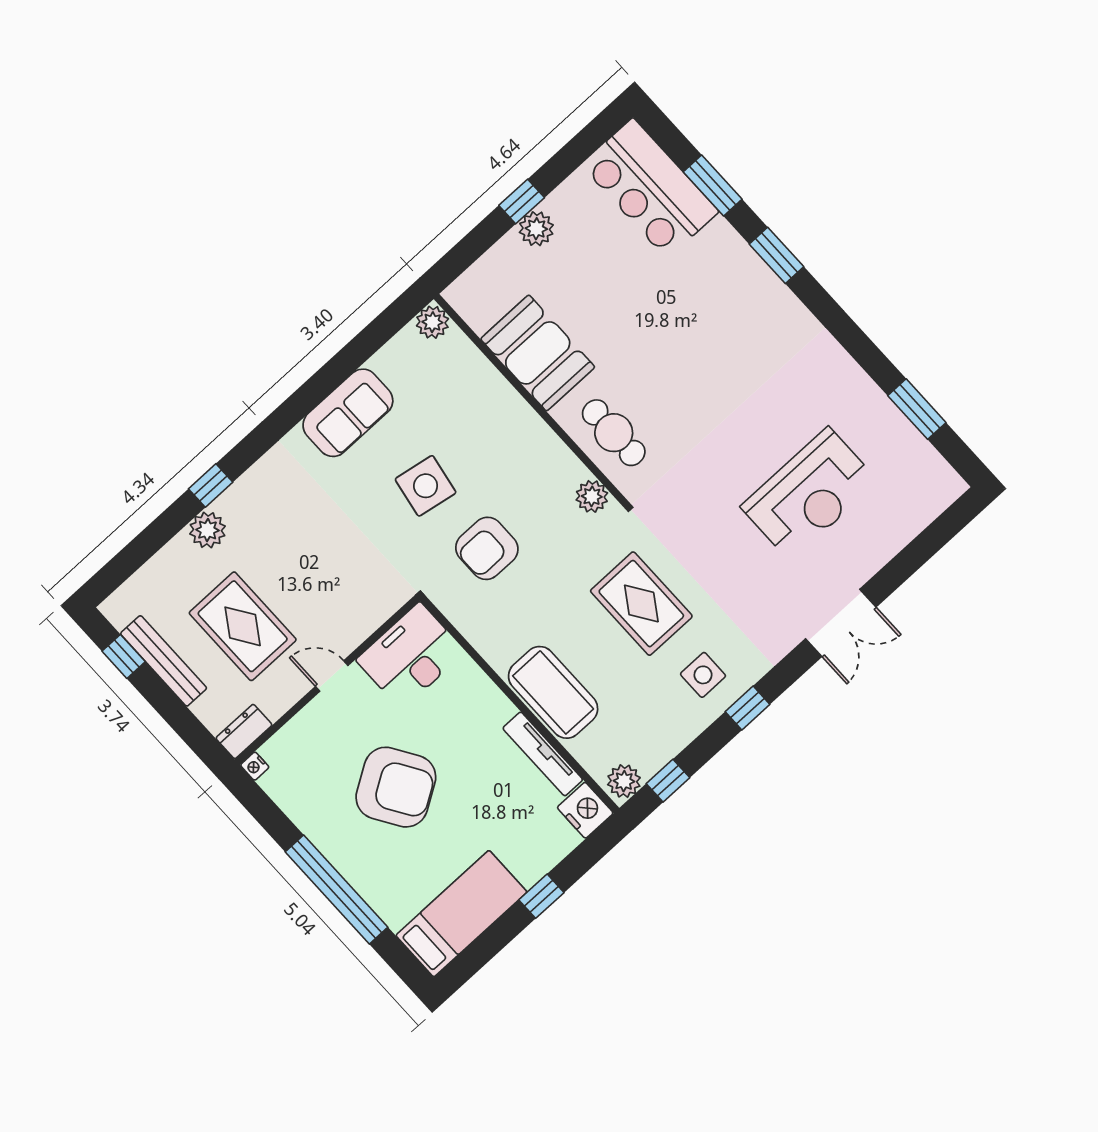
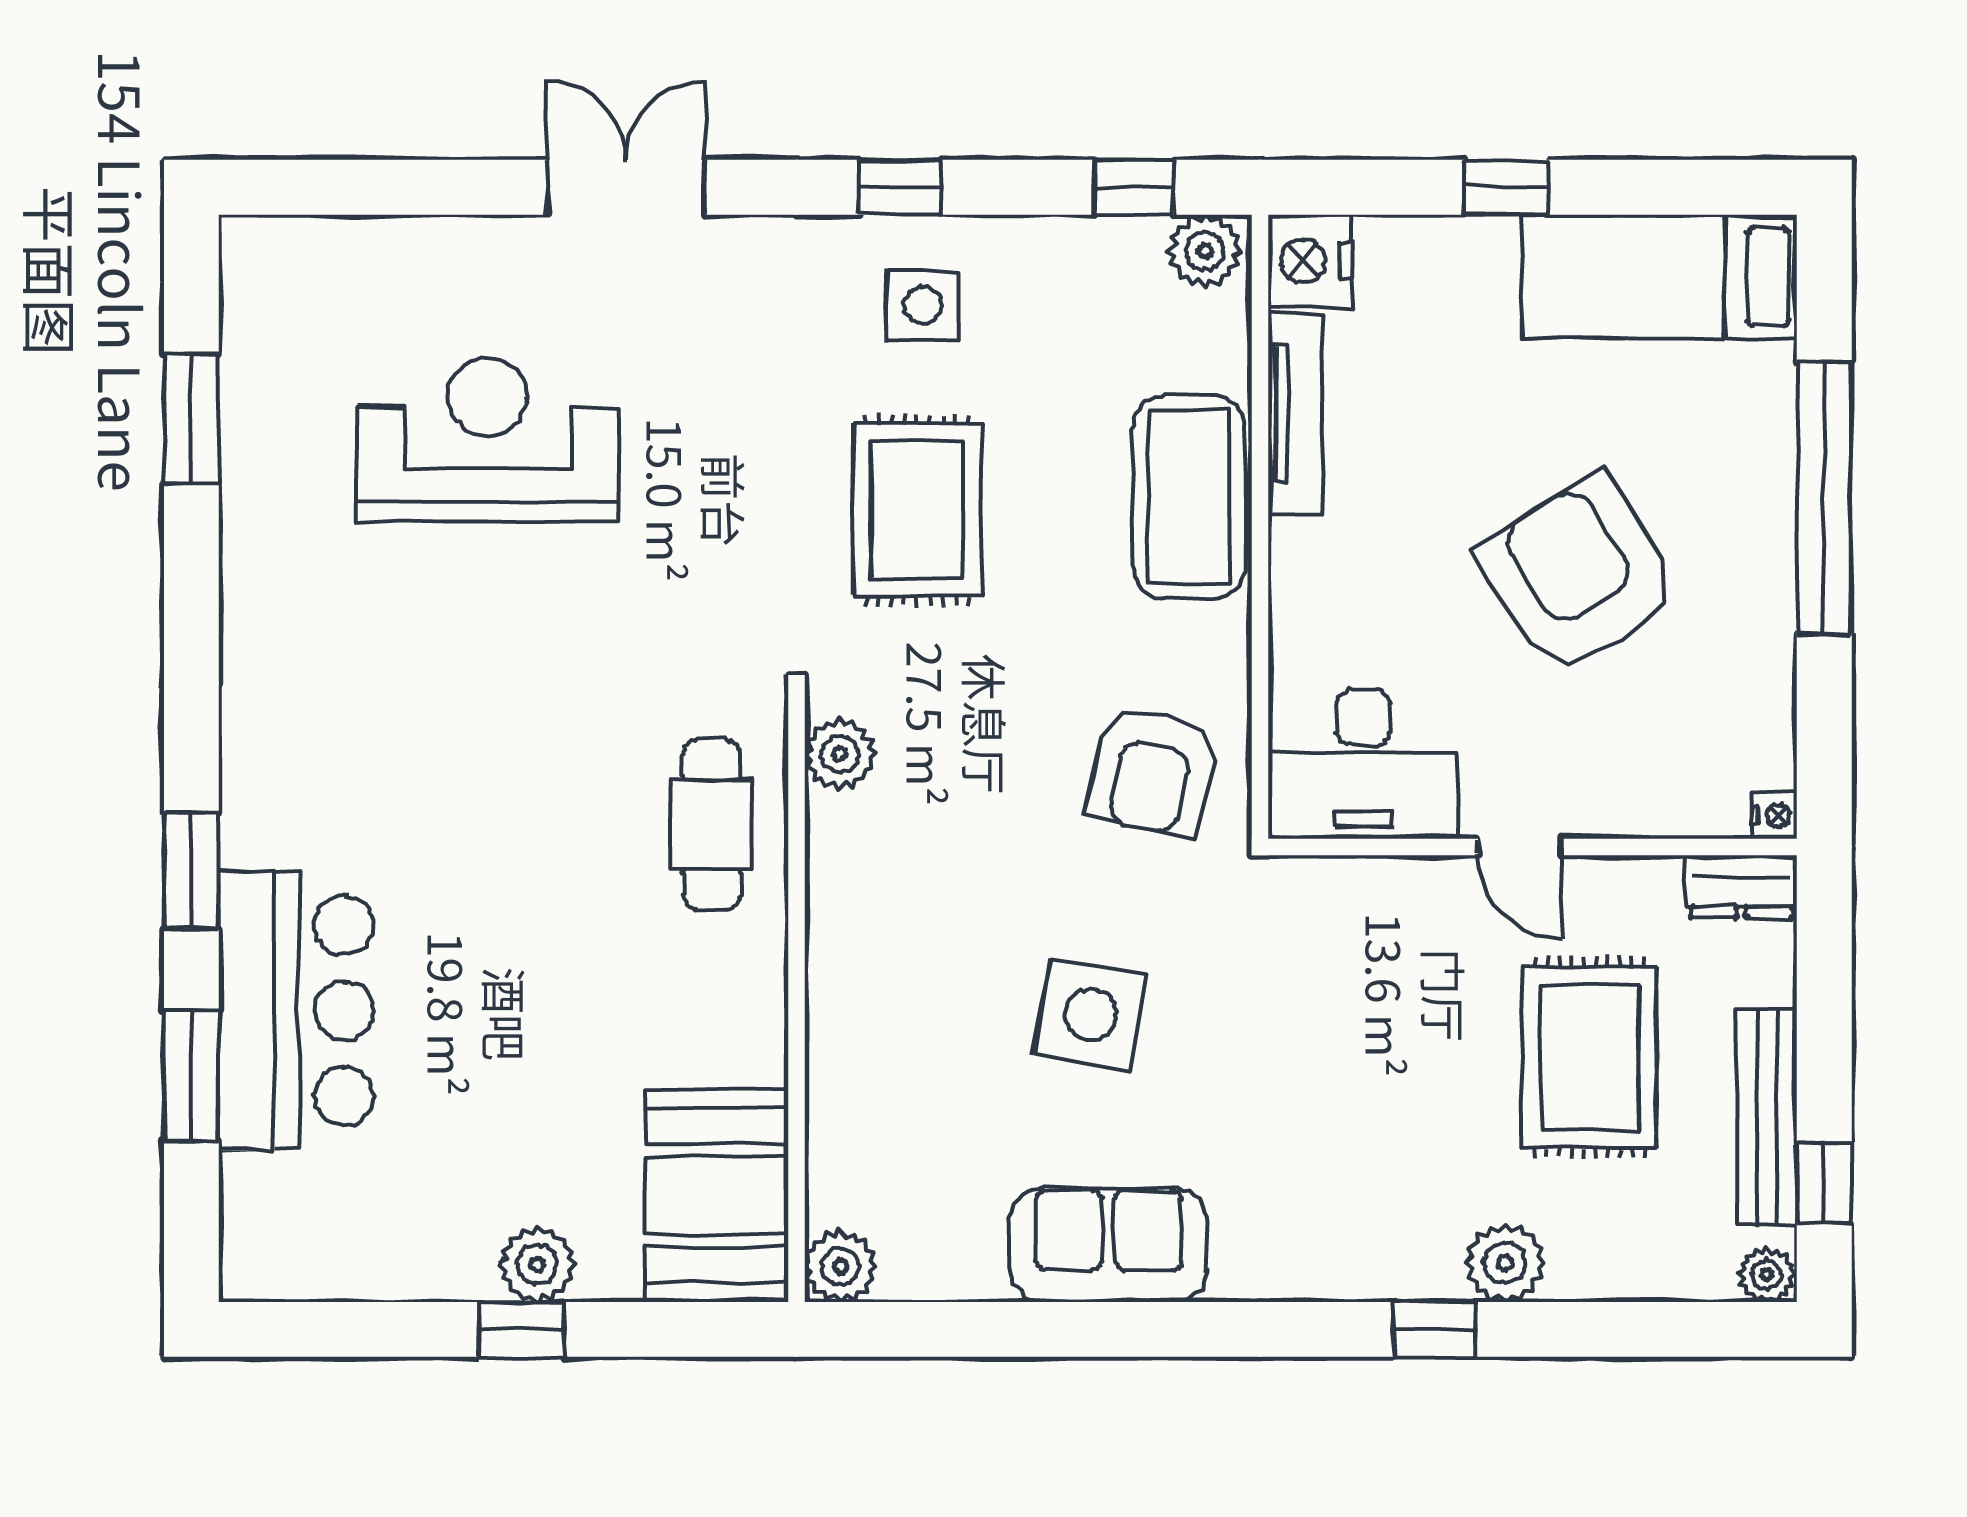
bar counter: (650, 188) -> (296, 1011), moved
booth: (538, 353) -> (717, 1195), moved
armchair: (487, 548) -> (1153, 771), moved, turned 103
plant: (115, 607) -> (1767, 1275), added

